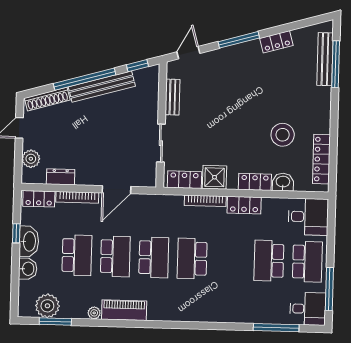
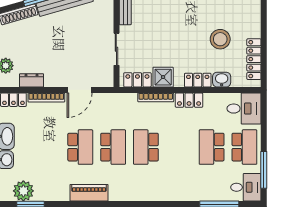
school desk: (77, 255) -> (47, 147), removed
plant: (94, 313) -> (63, 196), removed

